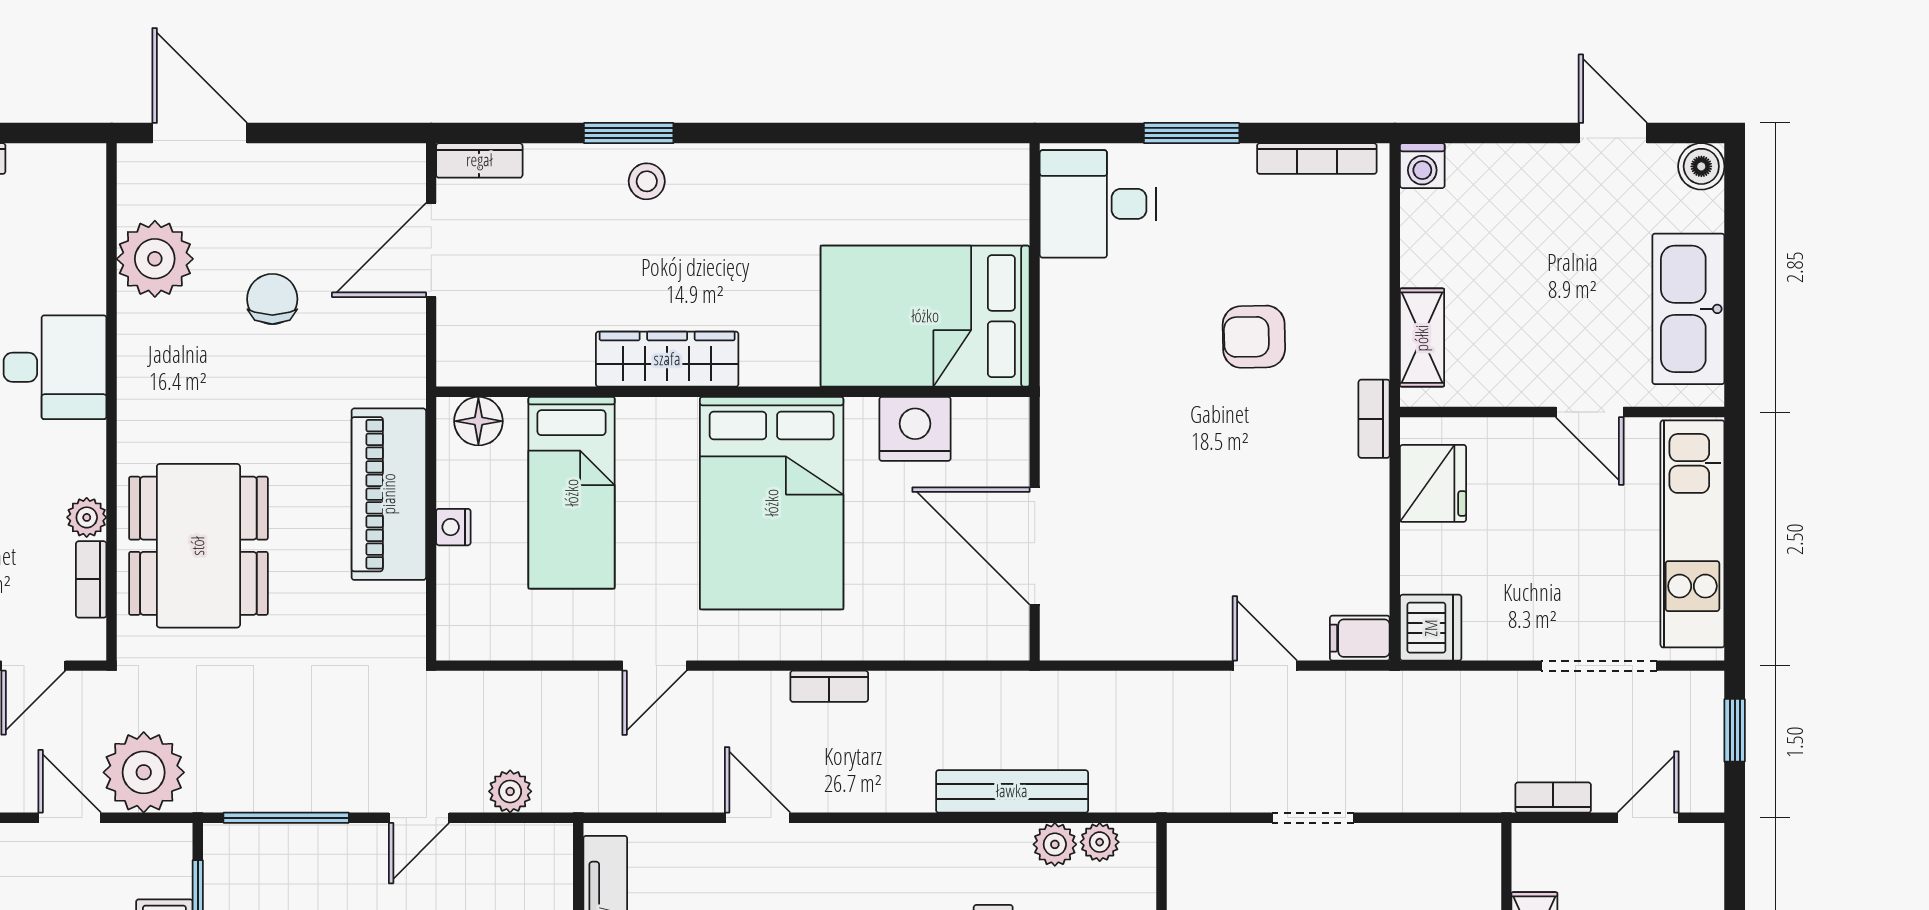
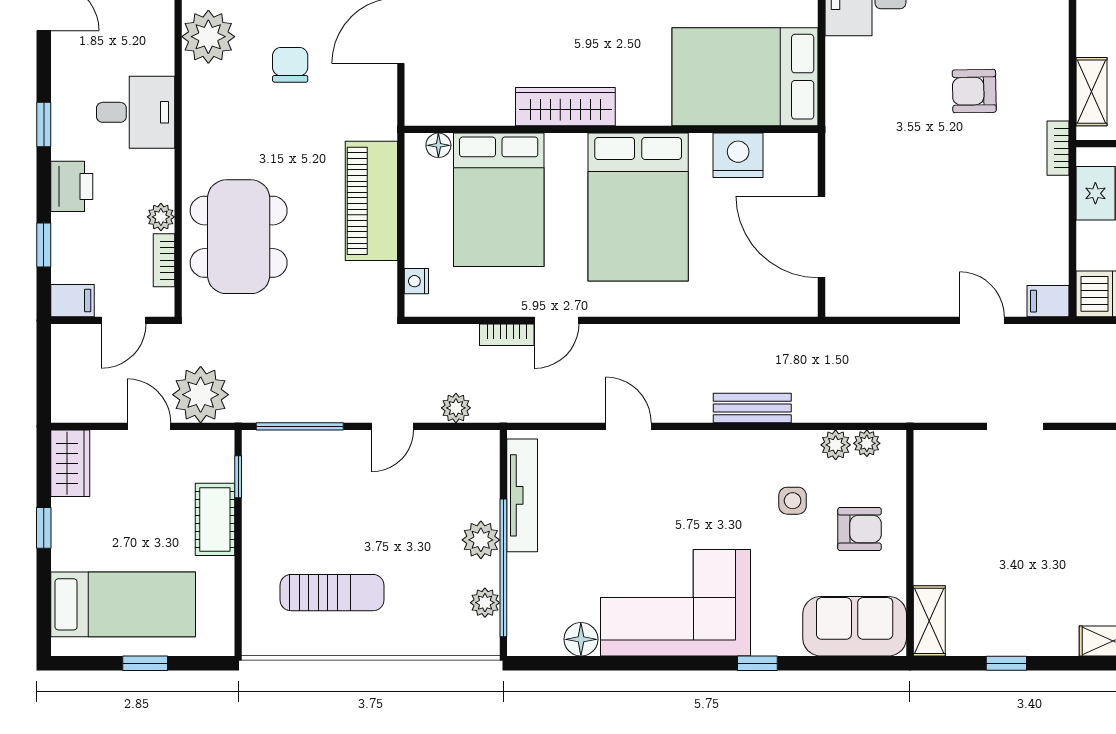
floor lamp: (478, 421) -> (438, 145), width x0.73, depth x0.73
bed: (572, 493) -> (499, 200), width x1.50
nightstand: (453, 527) -> (416, 281), moved
bookcase: (829, 686) -> (507, 335), moved
bench: (1012, 791) -> (752, 408), moved, width x0.73

